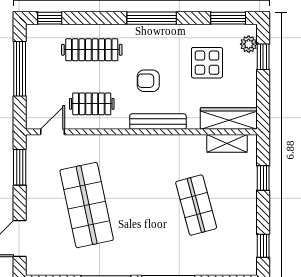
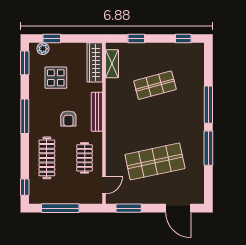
door: (52, 132) -> (104, 185), swing flipped

